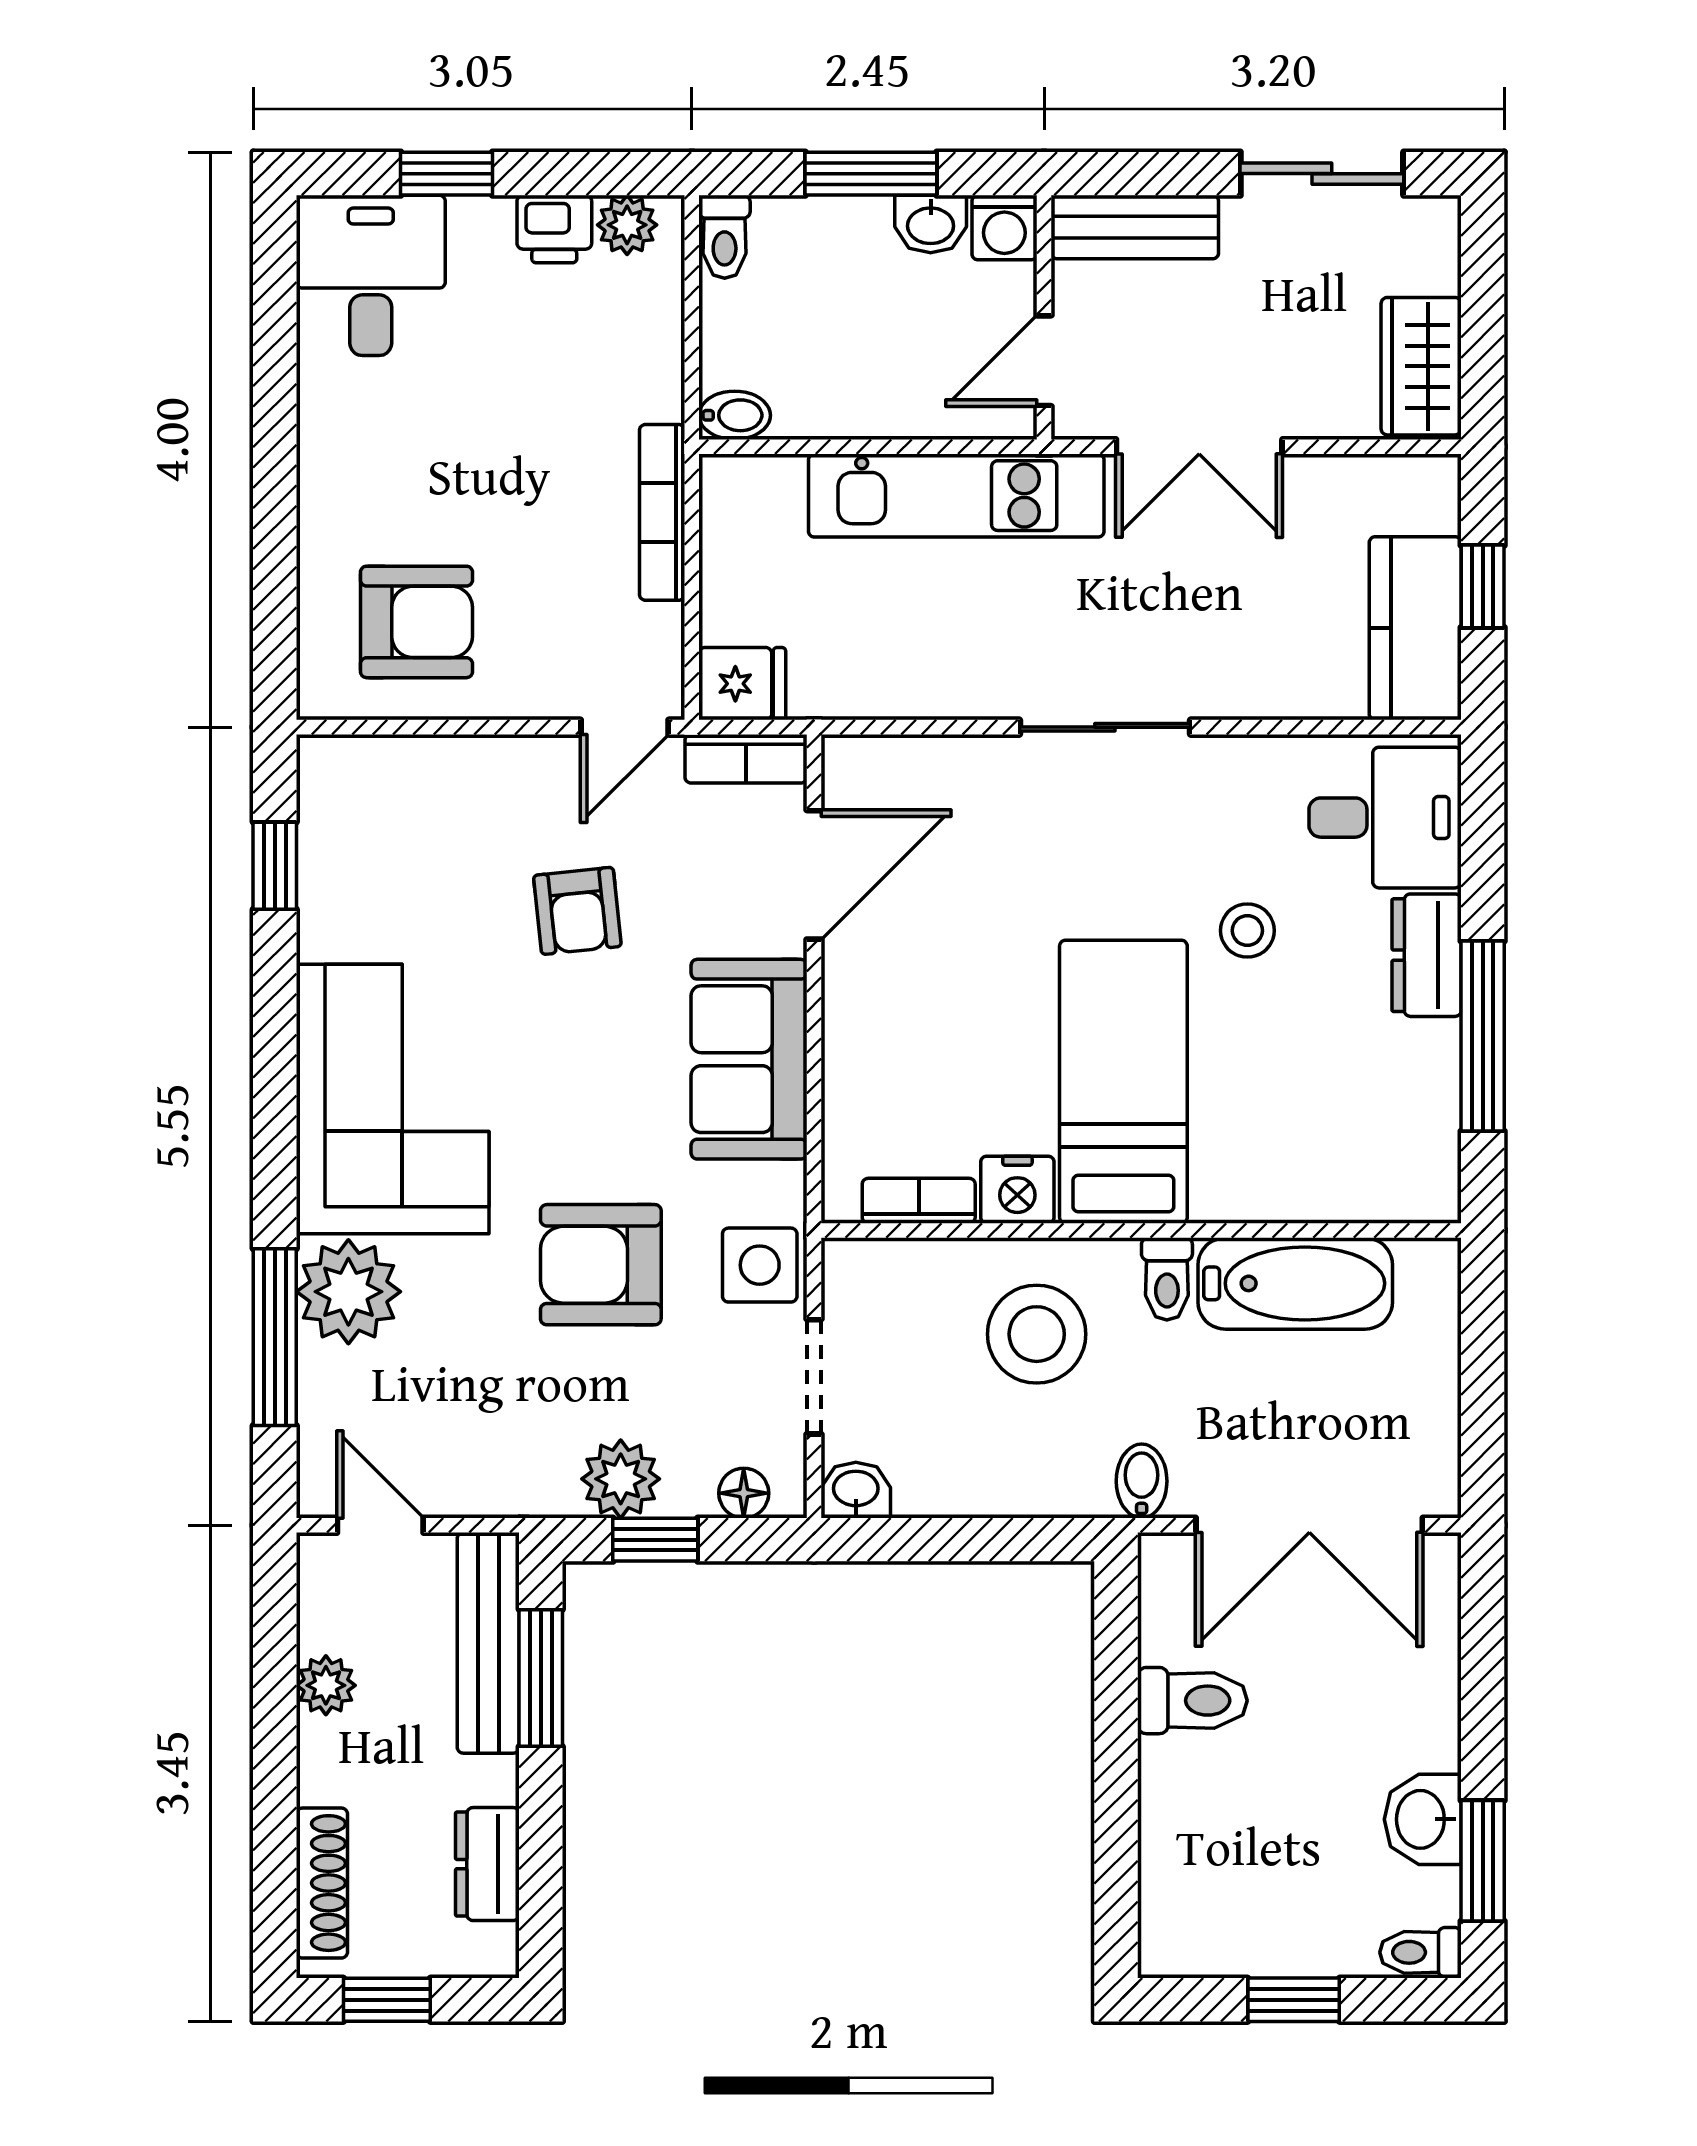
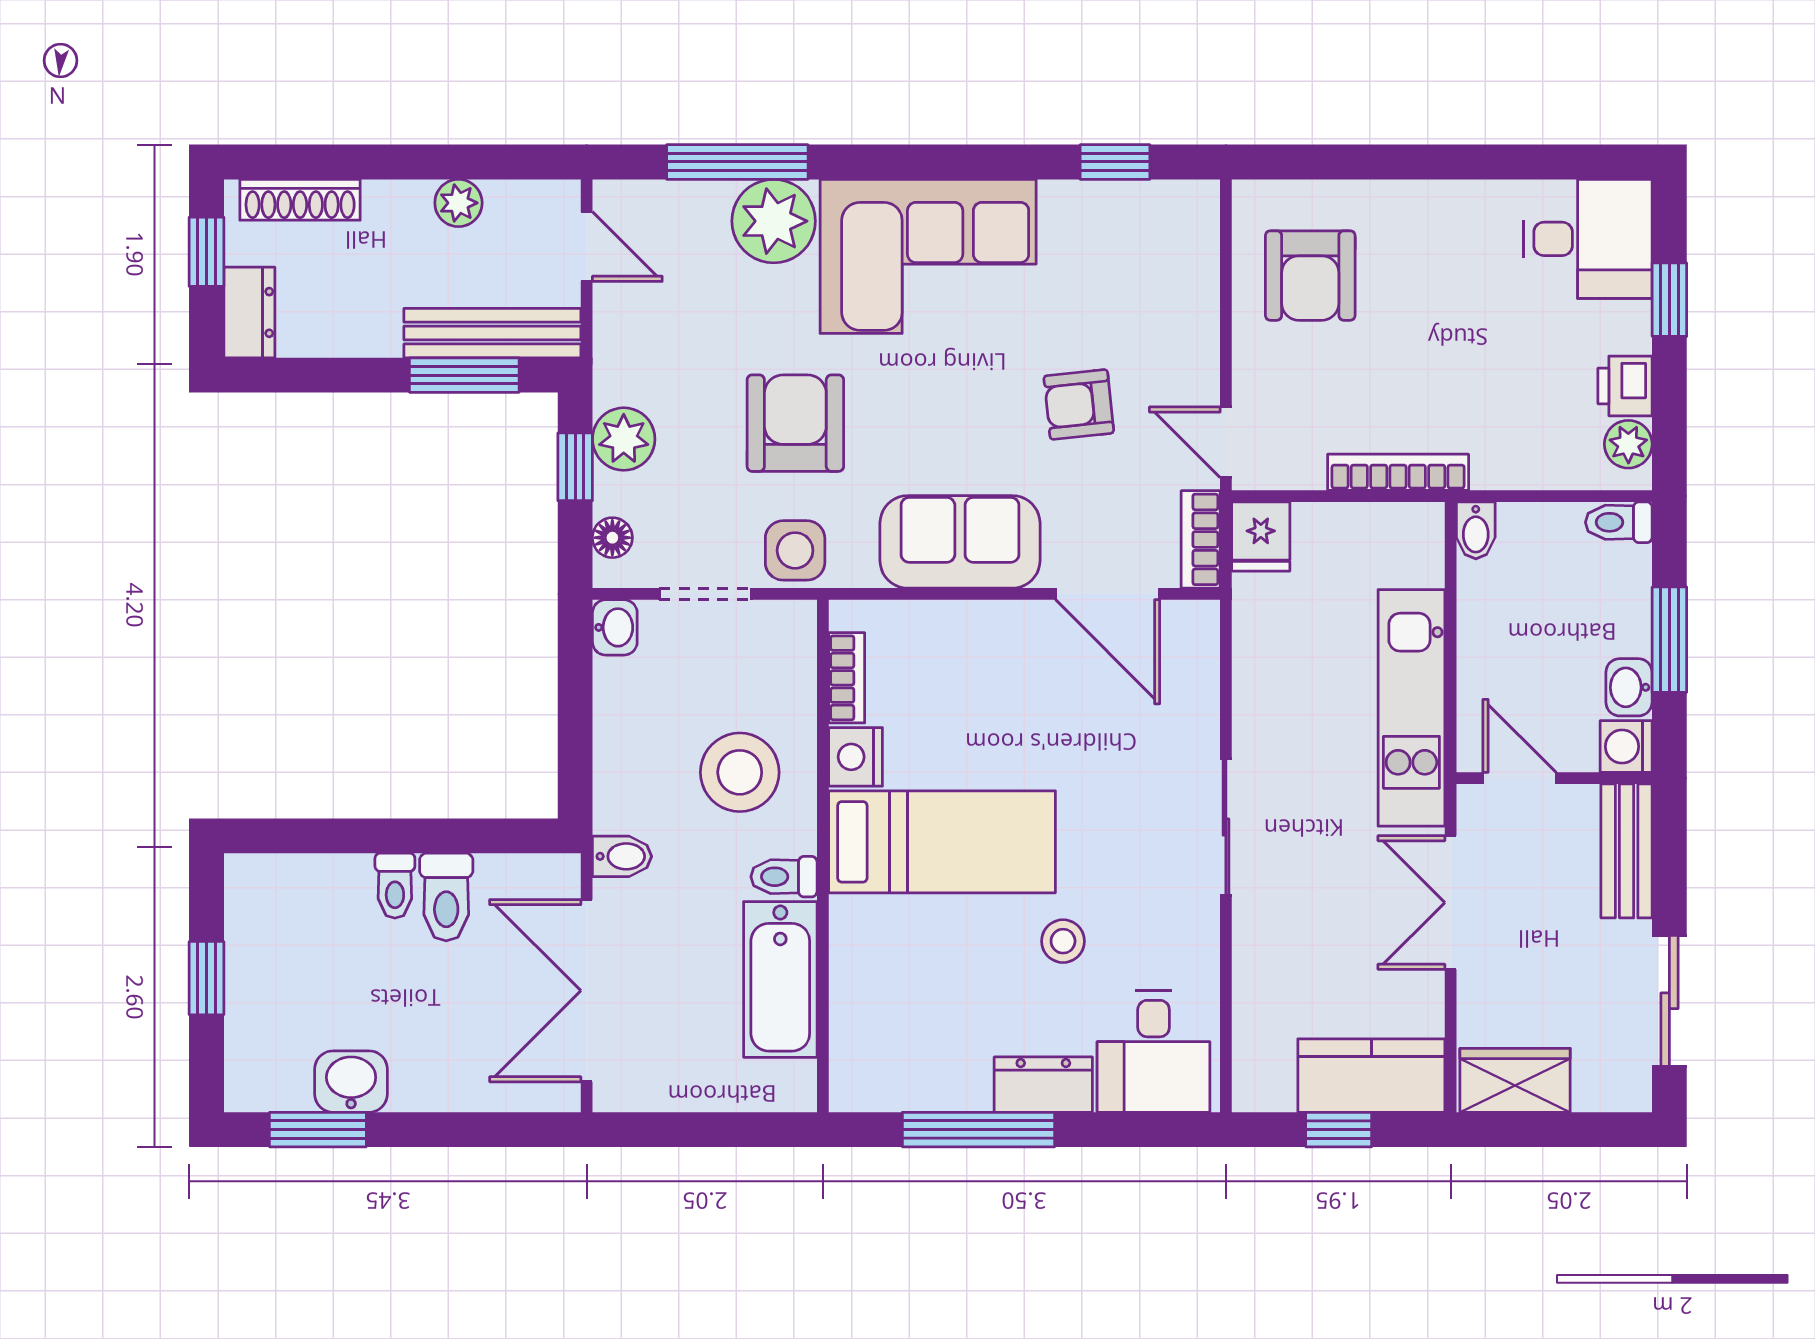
kitchen counter: (1415, 628) -> (1371, 1076), moved
door: (380, 1525) -> (587, 246), hinge flipped
dresser: (487, 1864) -> (249, 312), moved, turned 90
toilet: (1420, 1952) -> (395, 886), moved, turned 180

